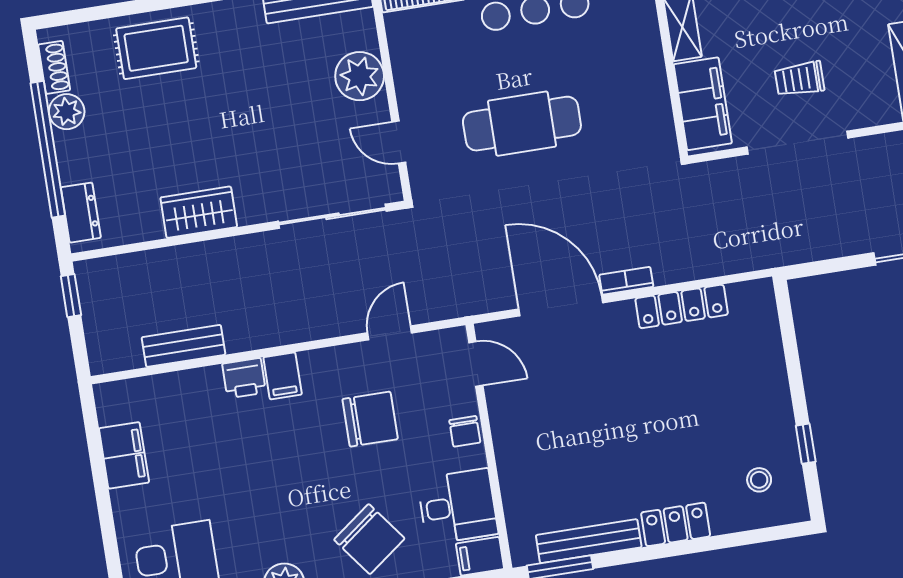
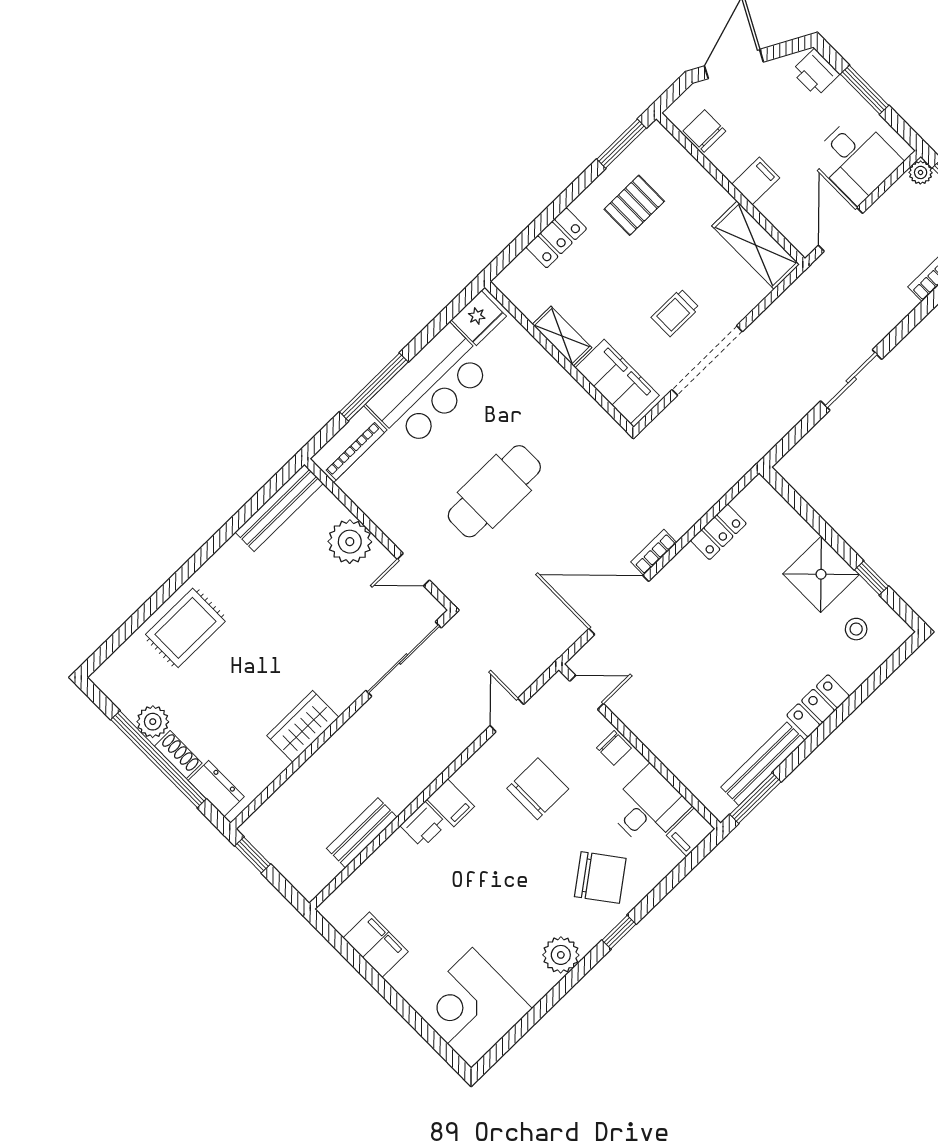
shoe rack: (54, 67) -> (178, 755), moved
locker: (682, 306) -> (718, 532), width x0.66
shower: (763, 408) -> (821, 574), added

